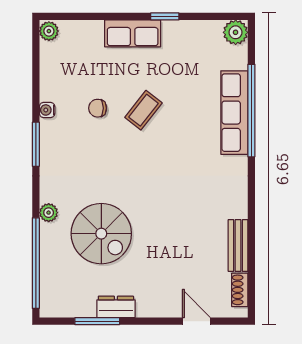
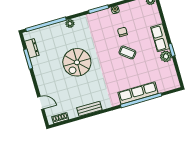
plant: (236, 32) -> (166, 56), moved
spiral stairs: (101, 234) -> (77, 62), moved
bench: (238, 245) -> (89, 109), moved
dresser: (116, 307) -> (32, 48), moved
door: (196, 321) -> (41, 103), hinge flipped

